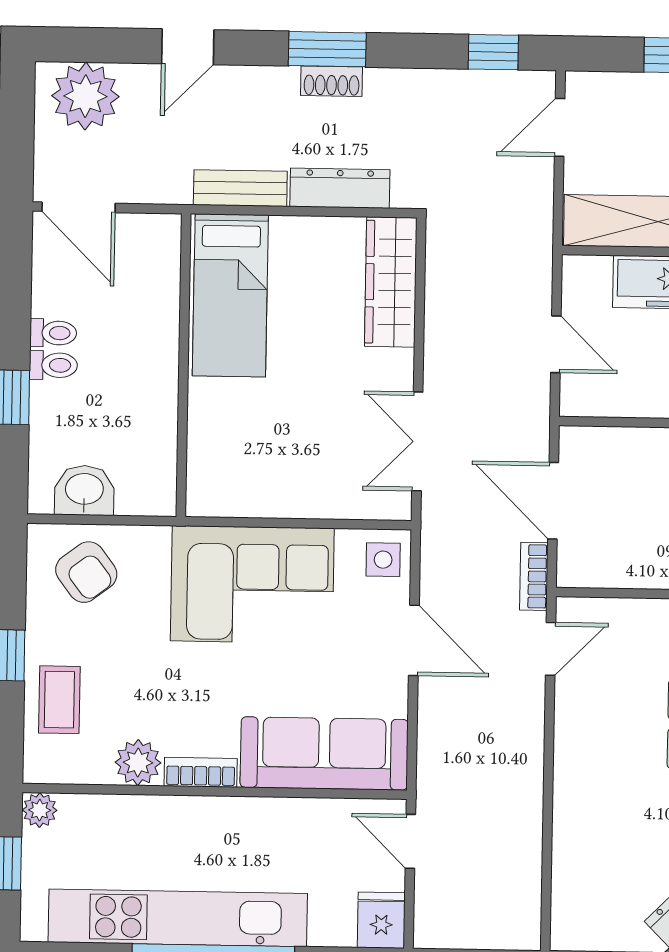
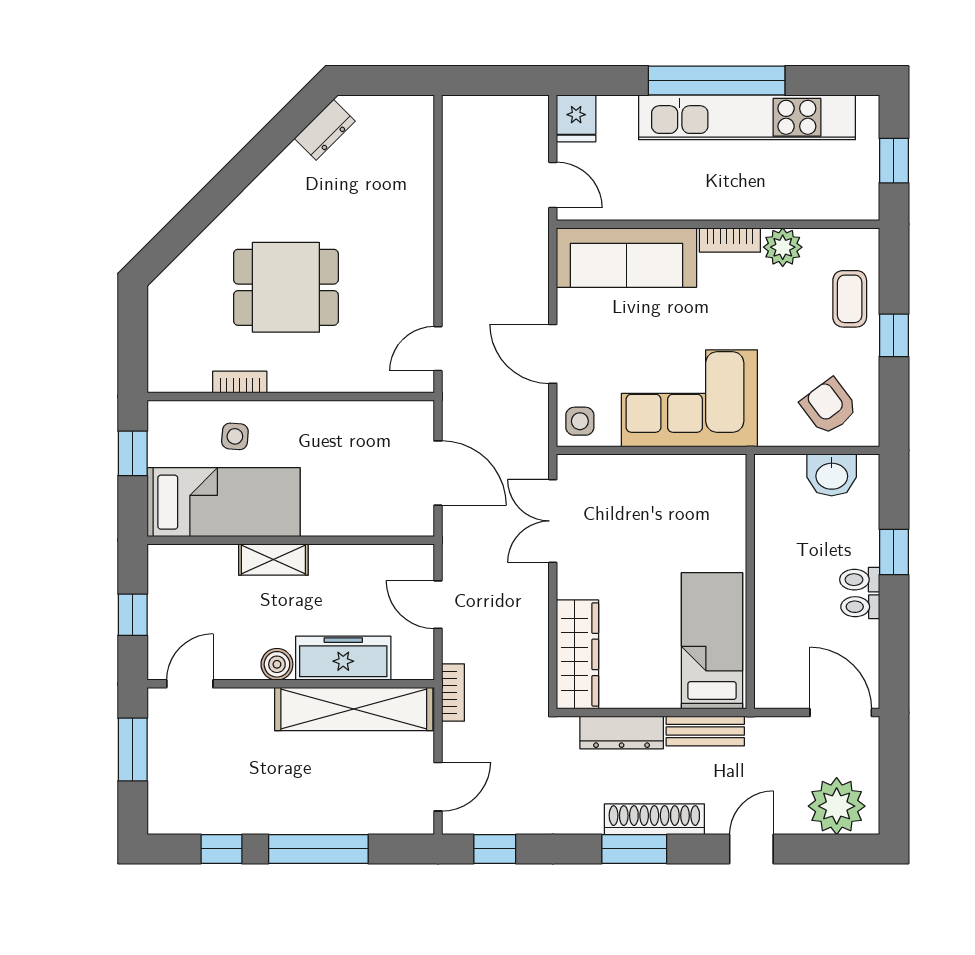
shoe rack: (332, 81) -> (654, 819), width x1.94, depth x1.24
double door: (417, 441) -> (553, 521), swing flipped
bookcase: (534, 576) -> (453, 693), moved
plant: (40, 810) -> (865, 206), removed

